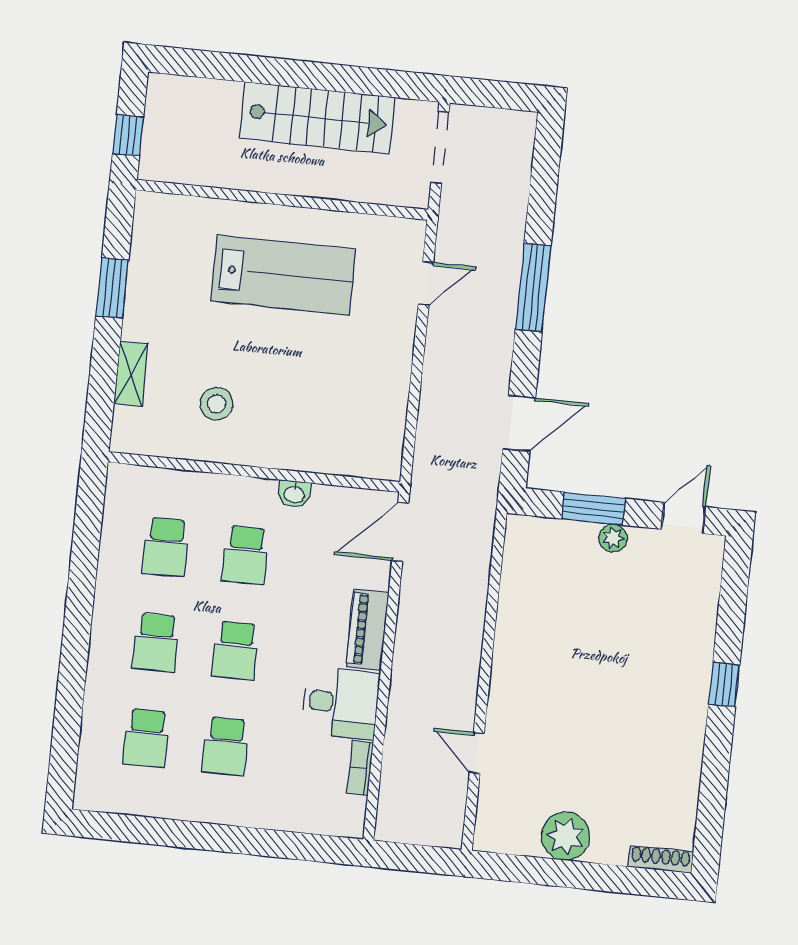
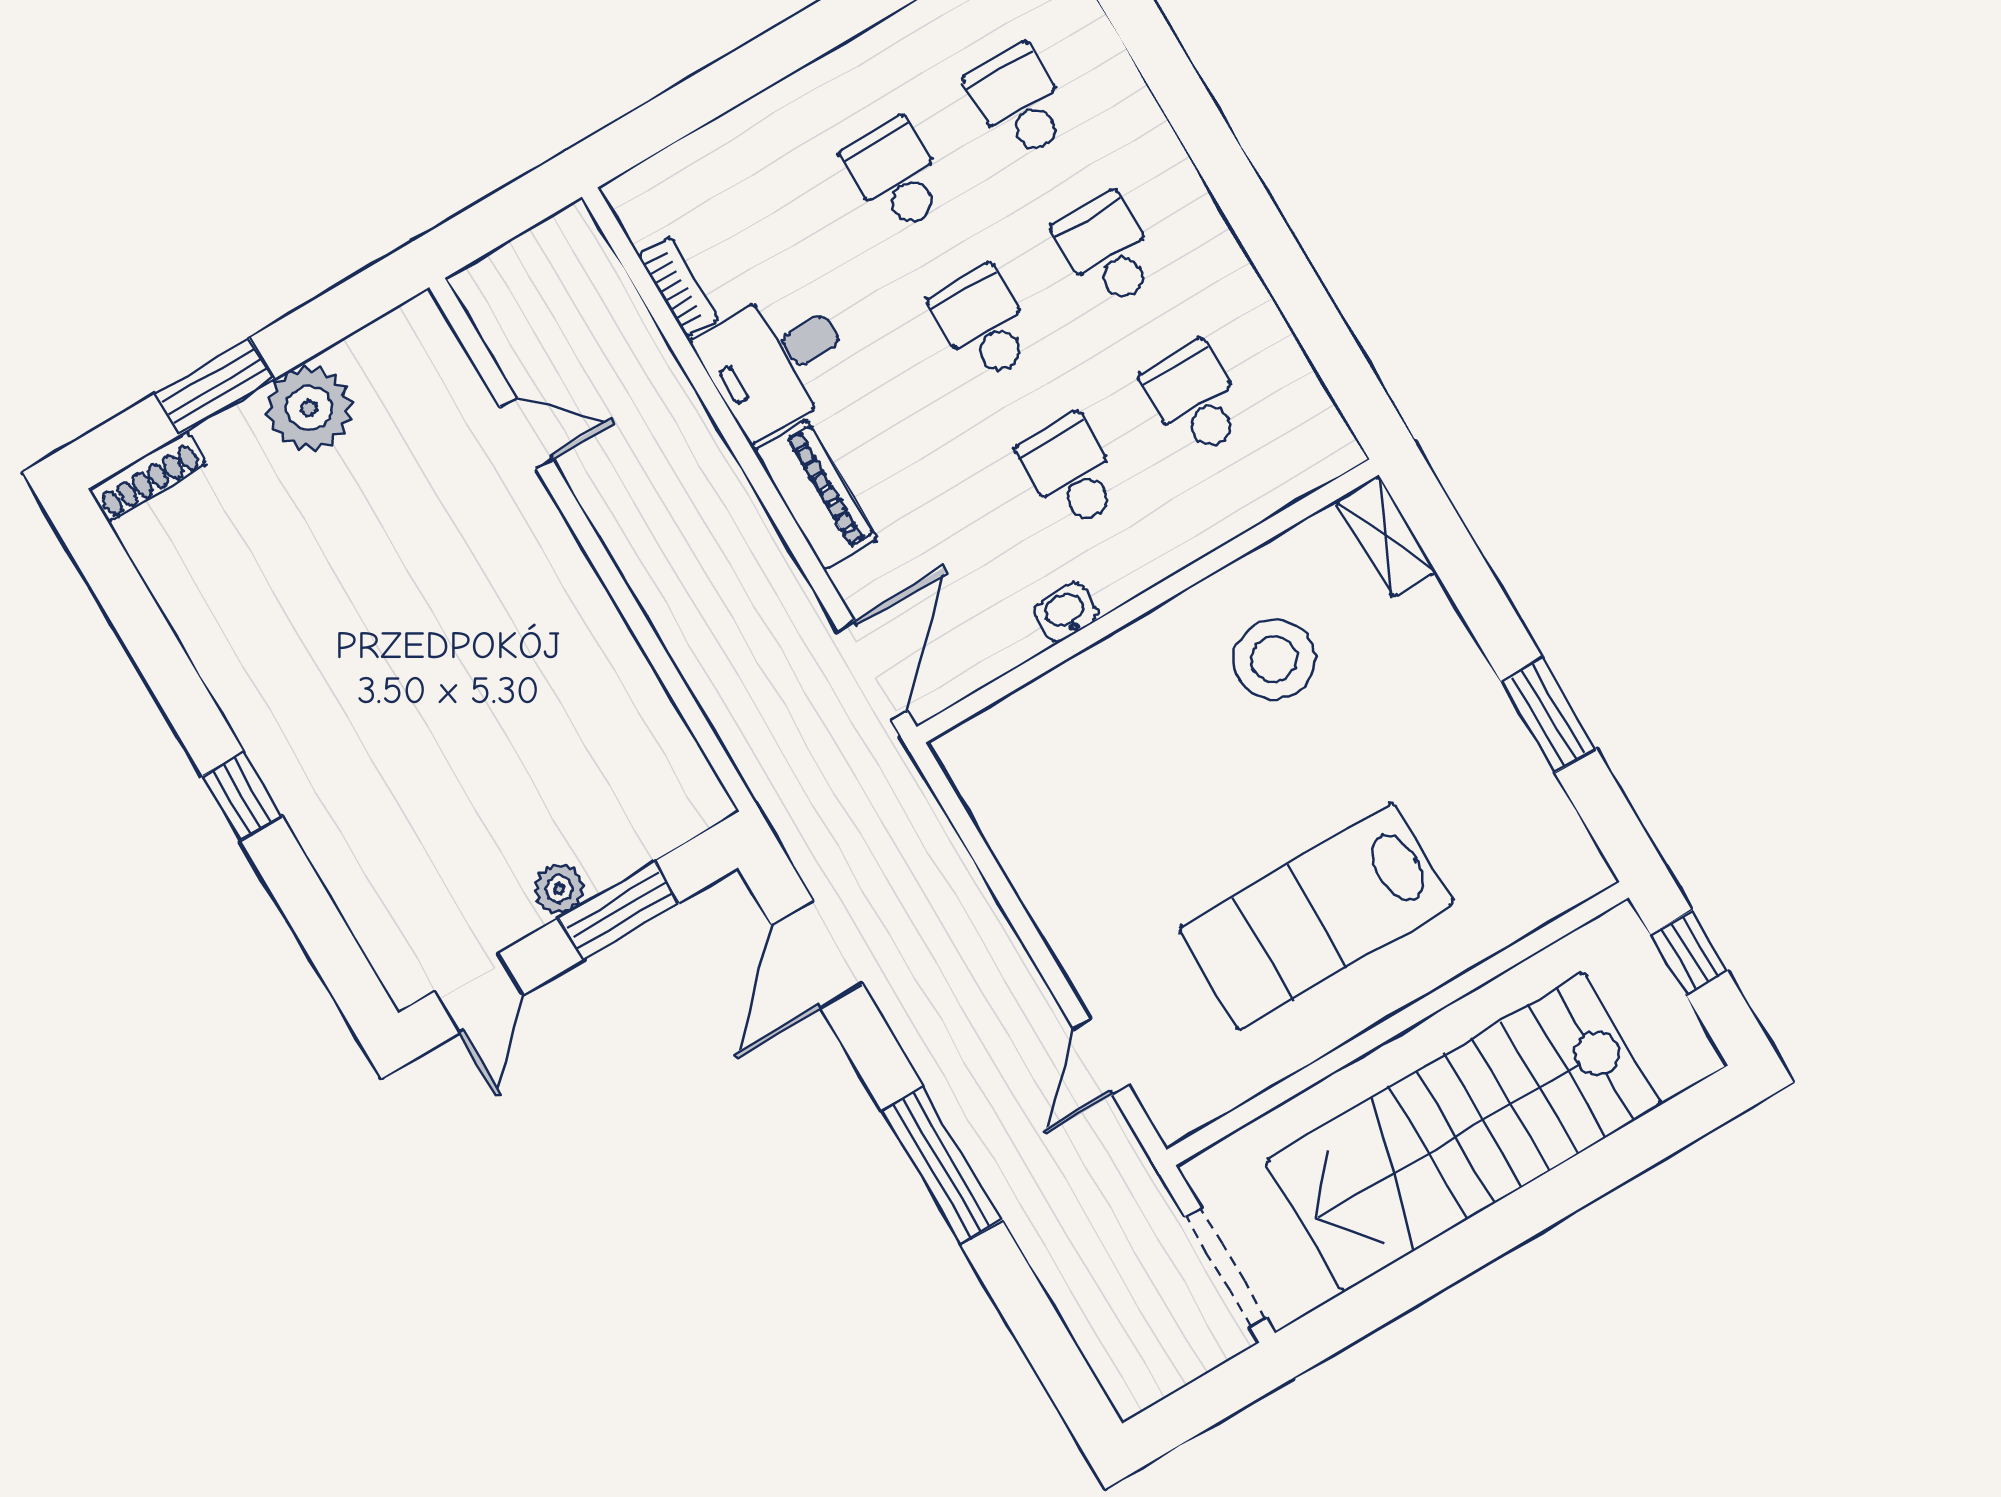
stairs: (317, 118) -> (1463, 1132), width x1.36, depth x1.51
shelving: (131, 374) -> (1386, 536), moved
stool: (217, 404) -> (1274, 659), width x1.38, depth x1.38
window: (601, 877) -> (214, 387), added

